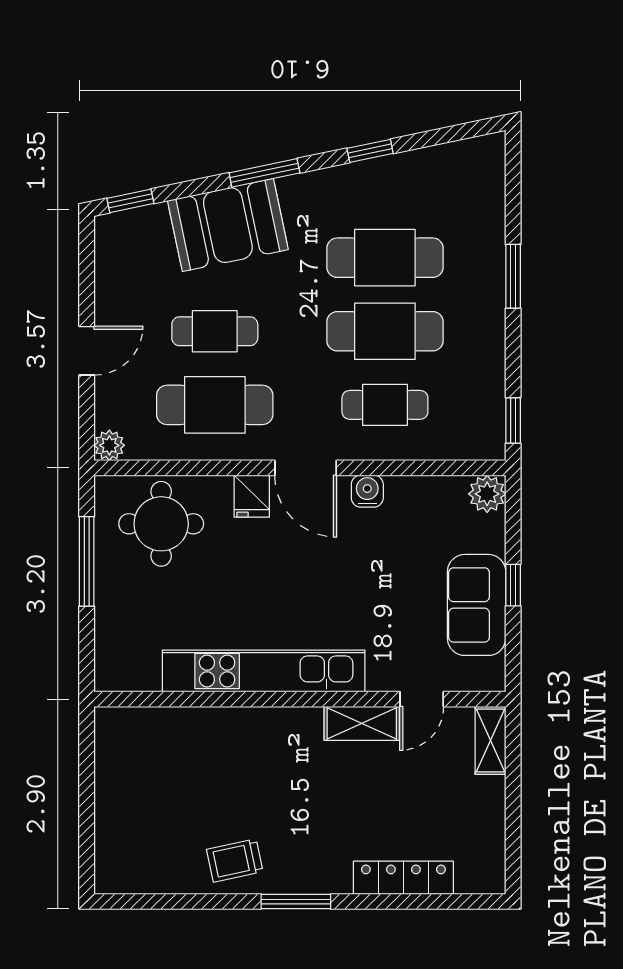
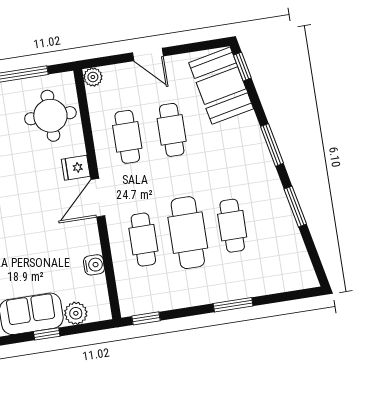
window: (370, 151) -> (295, 207), width x1.50
booth: (228, 225) -> (221, 86), moved
cafe table: (385, 258) -> (232, 226), width x0.73, depth x0.74
cafe table: (215, 405) -> (127, 137), width x0.73, depth x0.74
water cooler: (367, 491) -> (94, 265), moved
plant: (487, 494) -> (76, 313), moved

